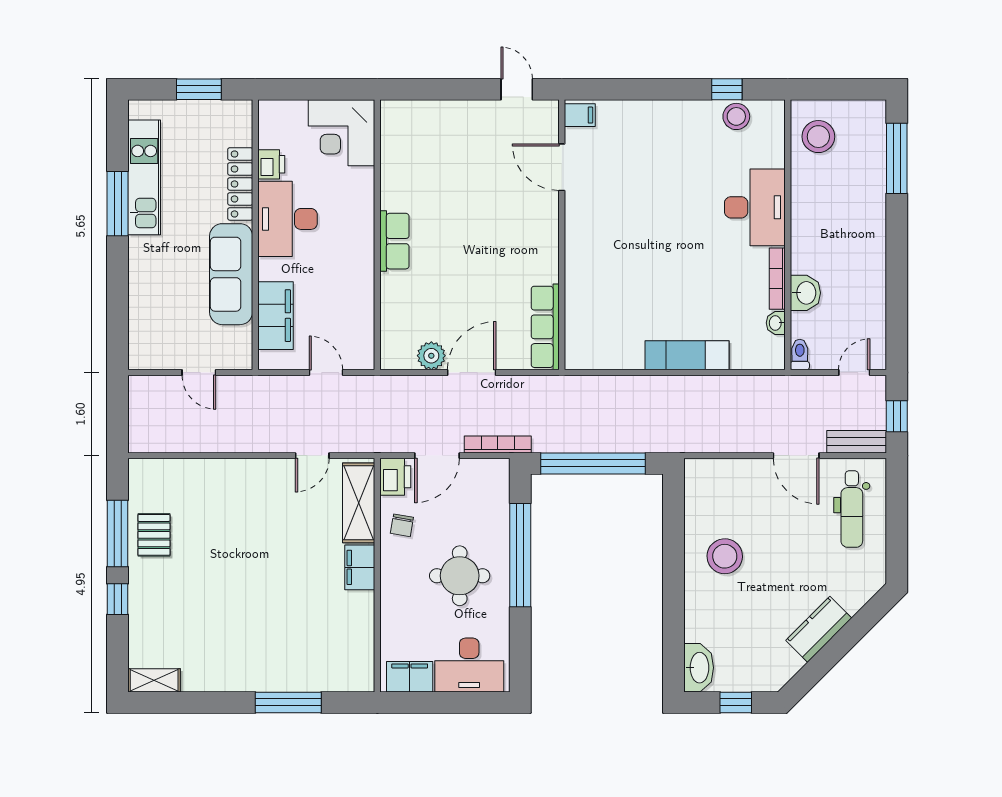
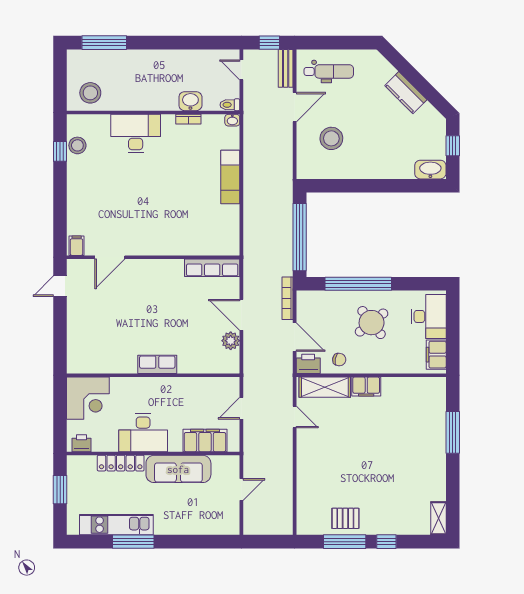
printer: (271, 164) -> (82, 443), moved
bookcase: (777, 279) -> (188, 119), width x0.64
washbasin: (776, 323) -> (232, 120), moved
stool: (725, 556) -> (331, 138), moved
round table: (460, 576) -> (372, 323), turned -38

